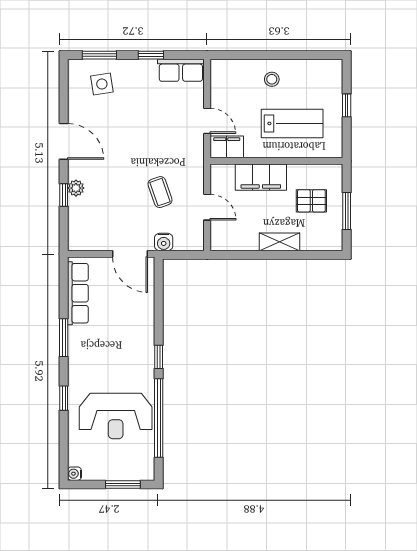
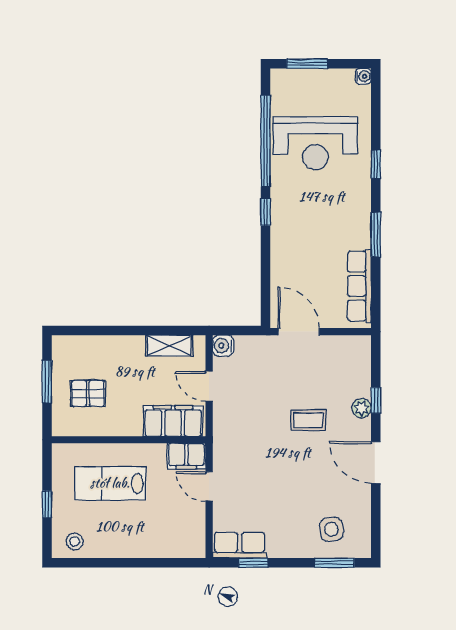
window: (151, 55) -> (253, 563), moved
stool: (272, 79) -> (75, 541), moved
filing cabinet: (261, 177) -> (173, 421), moved
coffee table: (160, 192) -> (308, 420), moved, turned -71
water cooler: (164, 242) -> (223, 346), moved, turned -90
shelving: (279, 242) -> (169, 346), moved
reception desk: (116, 416) -> (315, 143), turned 180

